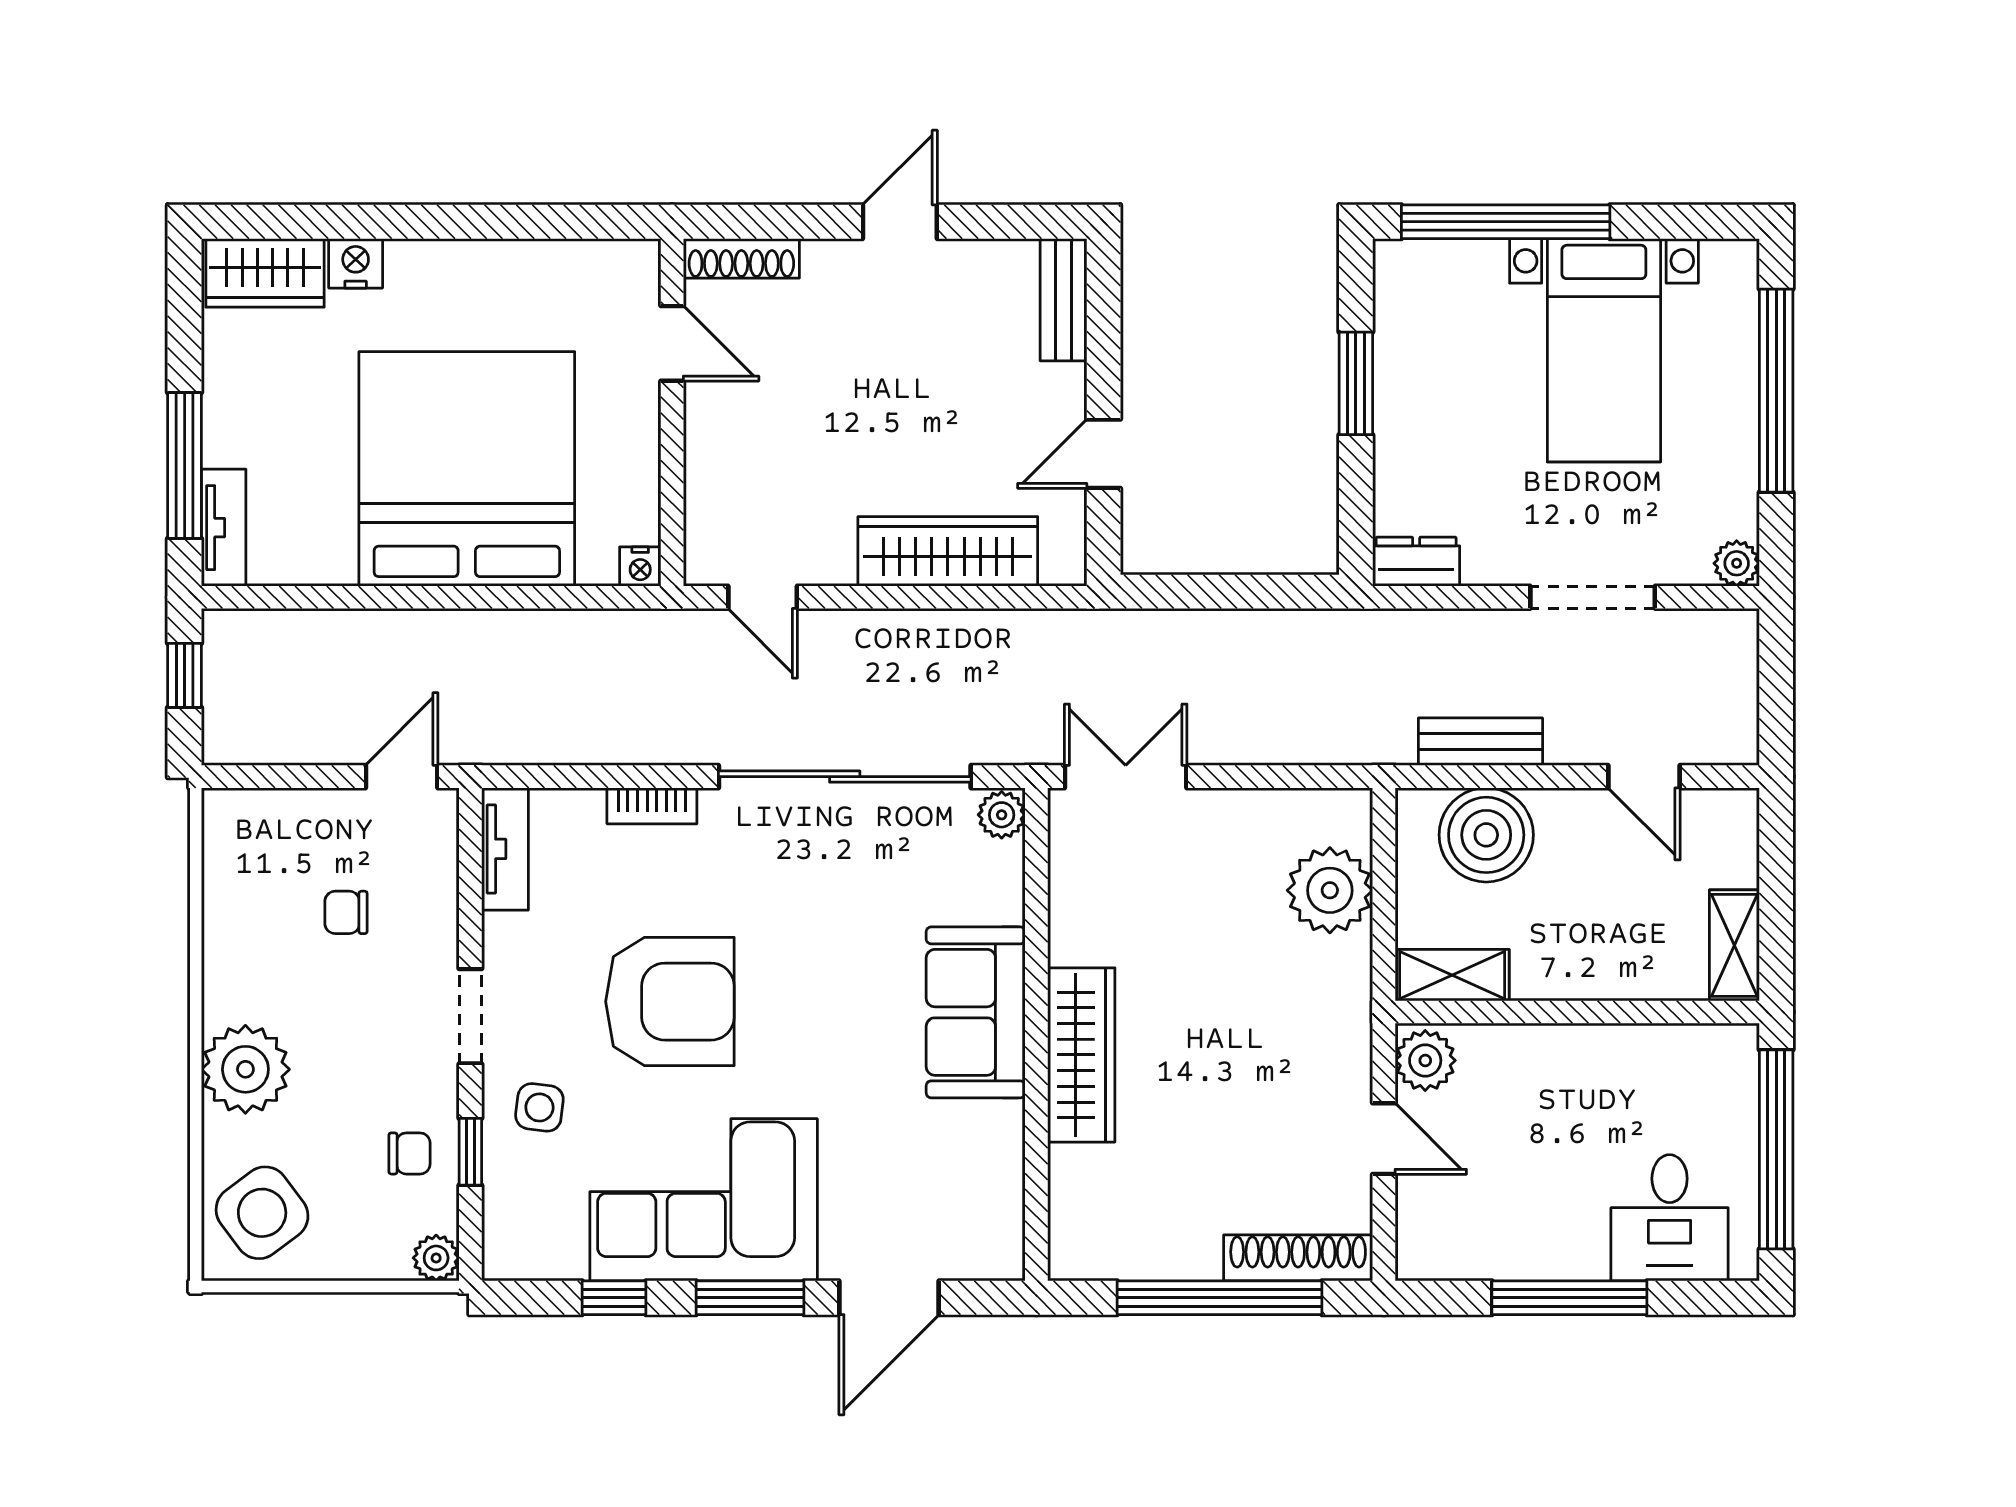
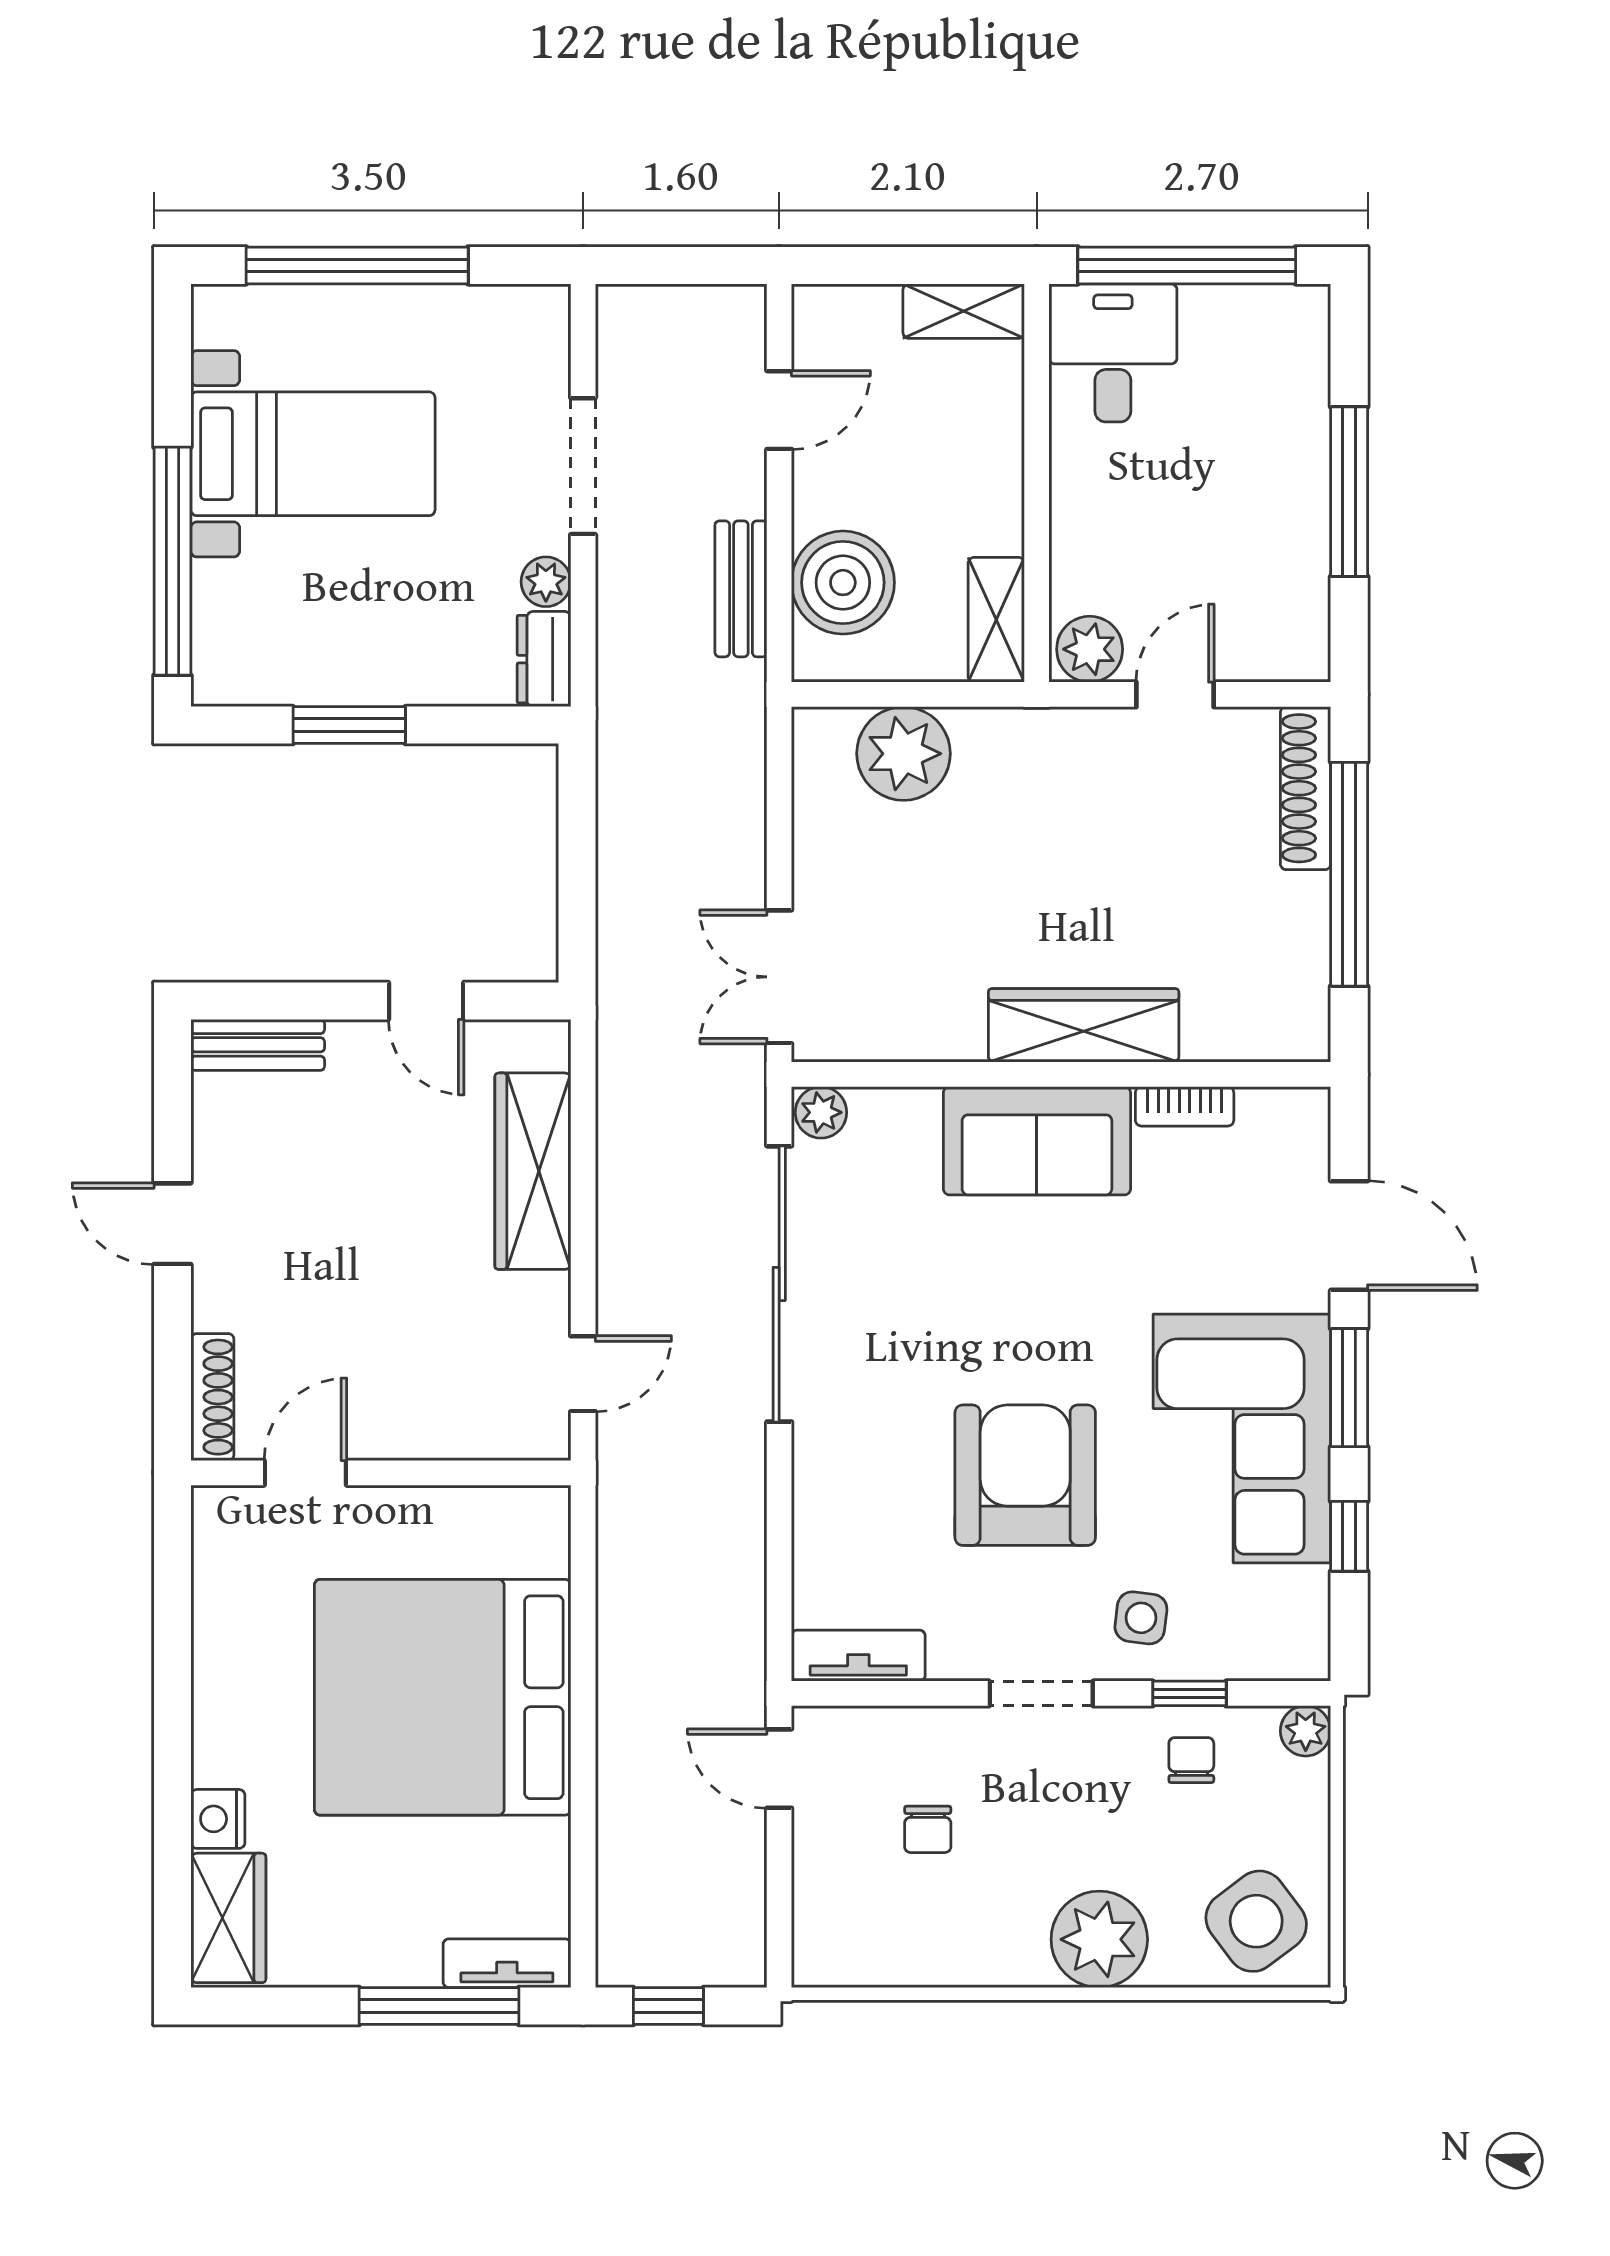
plant: (1737, 563) -> (546, 582), moved
nightstand: (640, 567) -> (549, 1508), removed
bookcase: (652, 806) -> (1185, 1106), moved, turned 90
desk: (1670, 1218) -> (1113, 353), moved, turned -90

